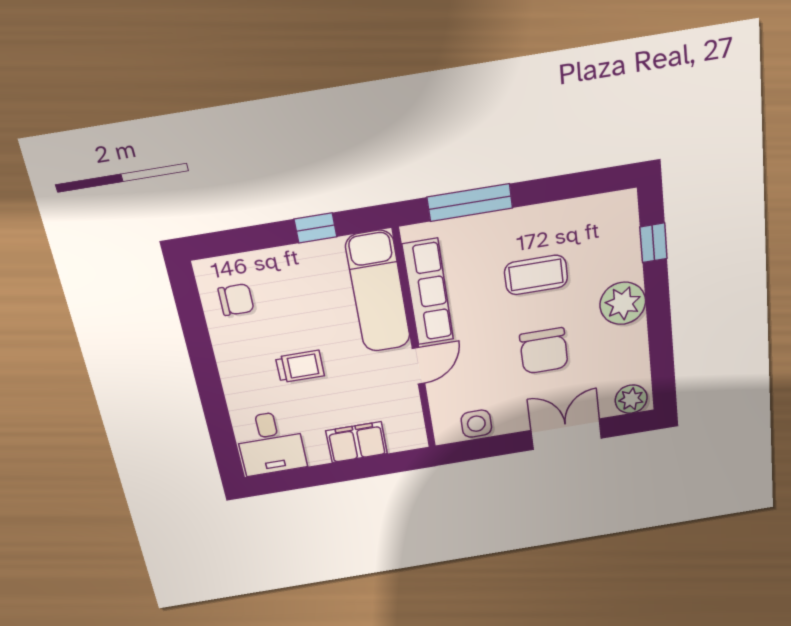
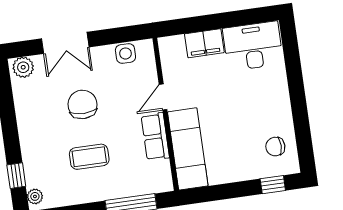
window: (315, 228) -> (273, 185), moved
row of seats: (428, 292) -> (155, 137), width x0.68
plant: (623, 303) -> (35, 196), moved, width x0.53, depth x0.53
trolley: (300, 367) -> (239, 99), removed
desk: (270, 443) -> (253, 46), width x1.37

